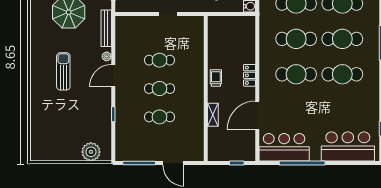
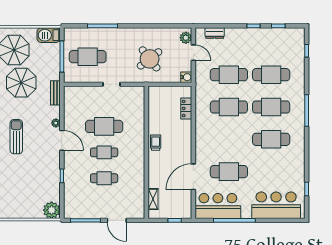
bench: (106, 28) -> (55, 93), width x0.73
cafe table: (160, 60) -> (104, 126), width x1.37, depth x1.35
cafe table: (296, 74) -> (229, 172), moved
locker: (249, 75) -> (186, 108), moved
door: (113, 76) -> (62, 140), swing flipped
shelving: (213, 115) -> (153, 199), moved
plant: (91, 152) -> (52, 210), moved

